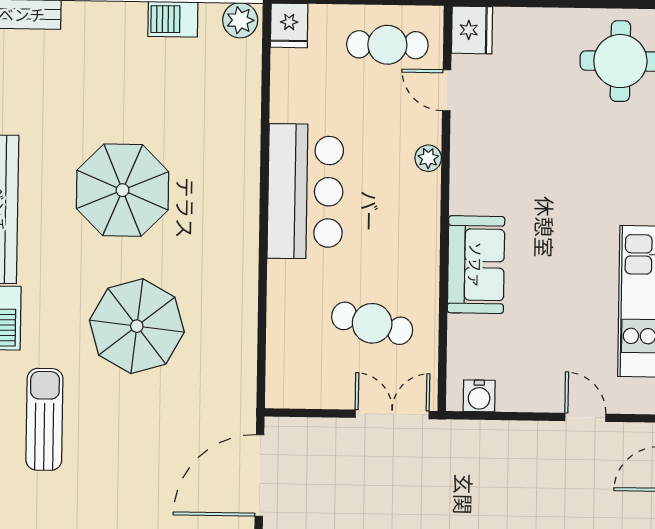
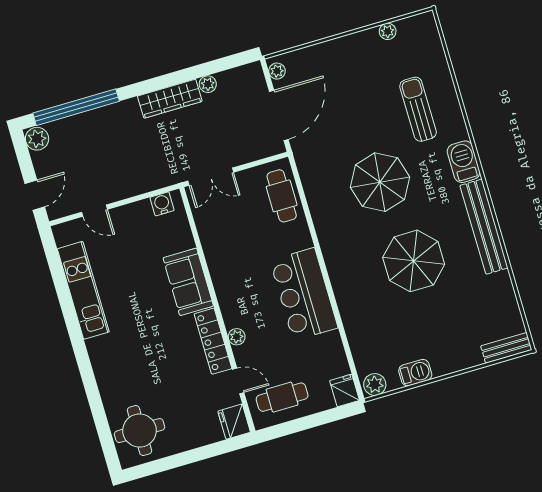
locker: (466, 163) -> (213, 341), added
cafe table: (372, 323) -> (282, 196), moved, turned 76
sun lounger: (44, 419) -> (418, 109), turned 180

